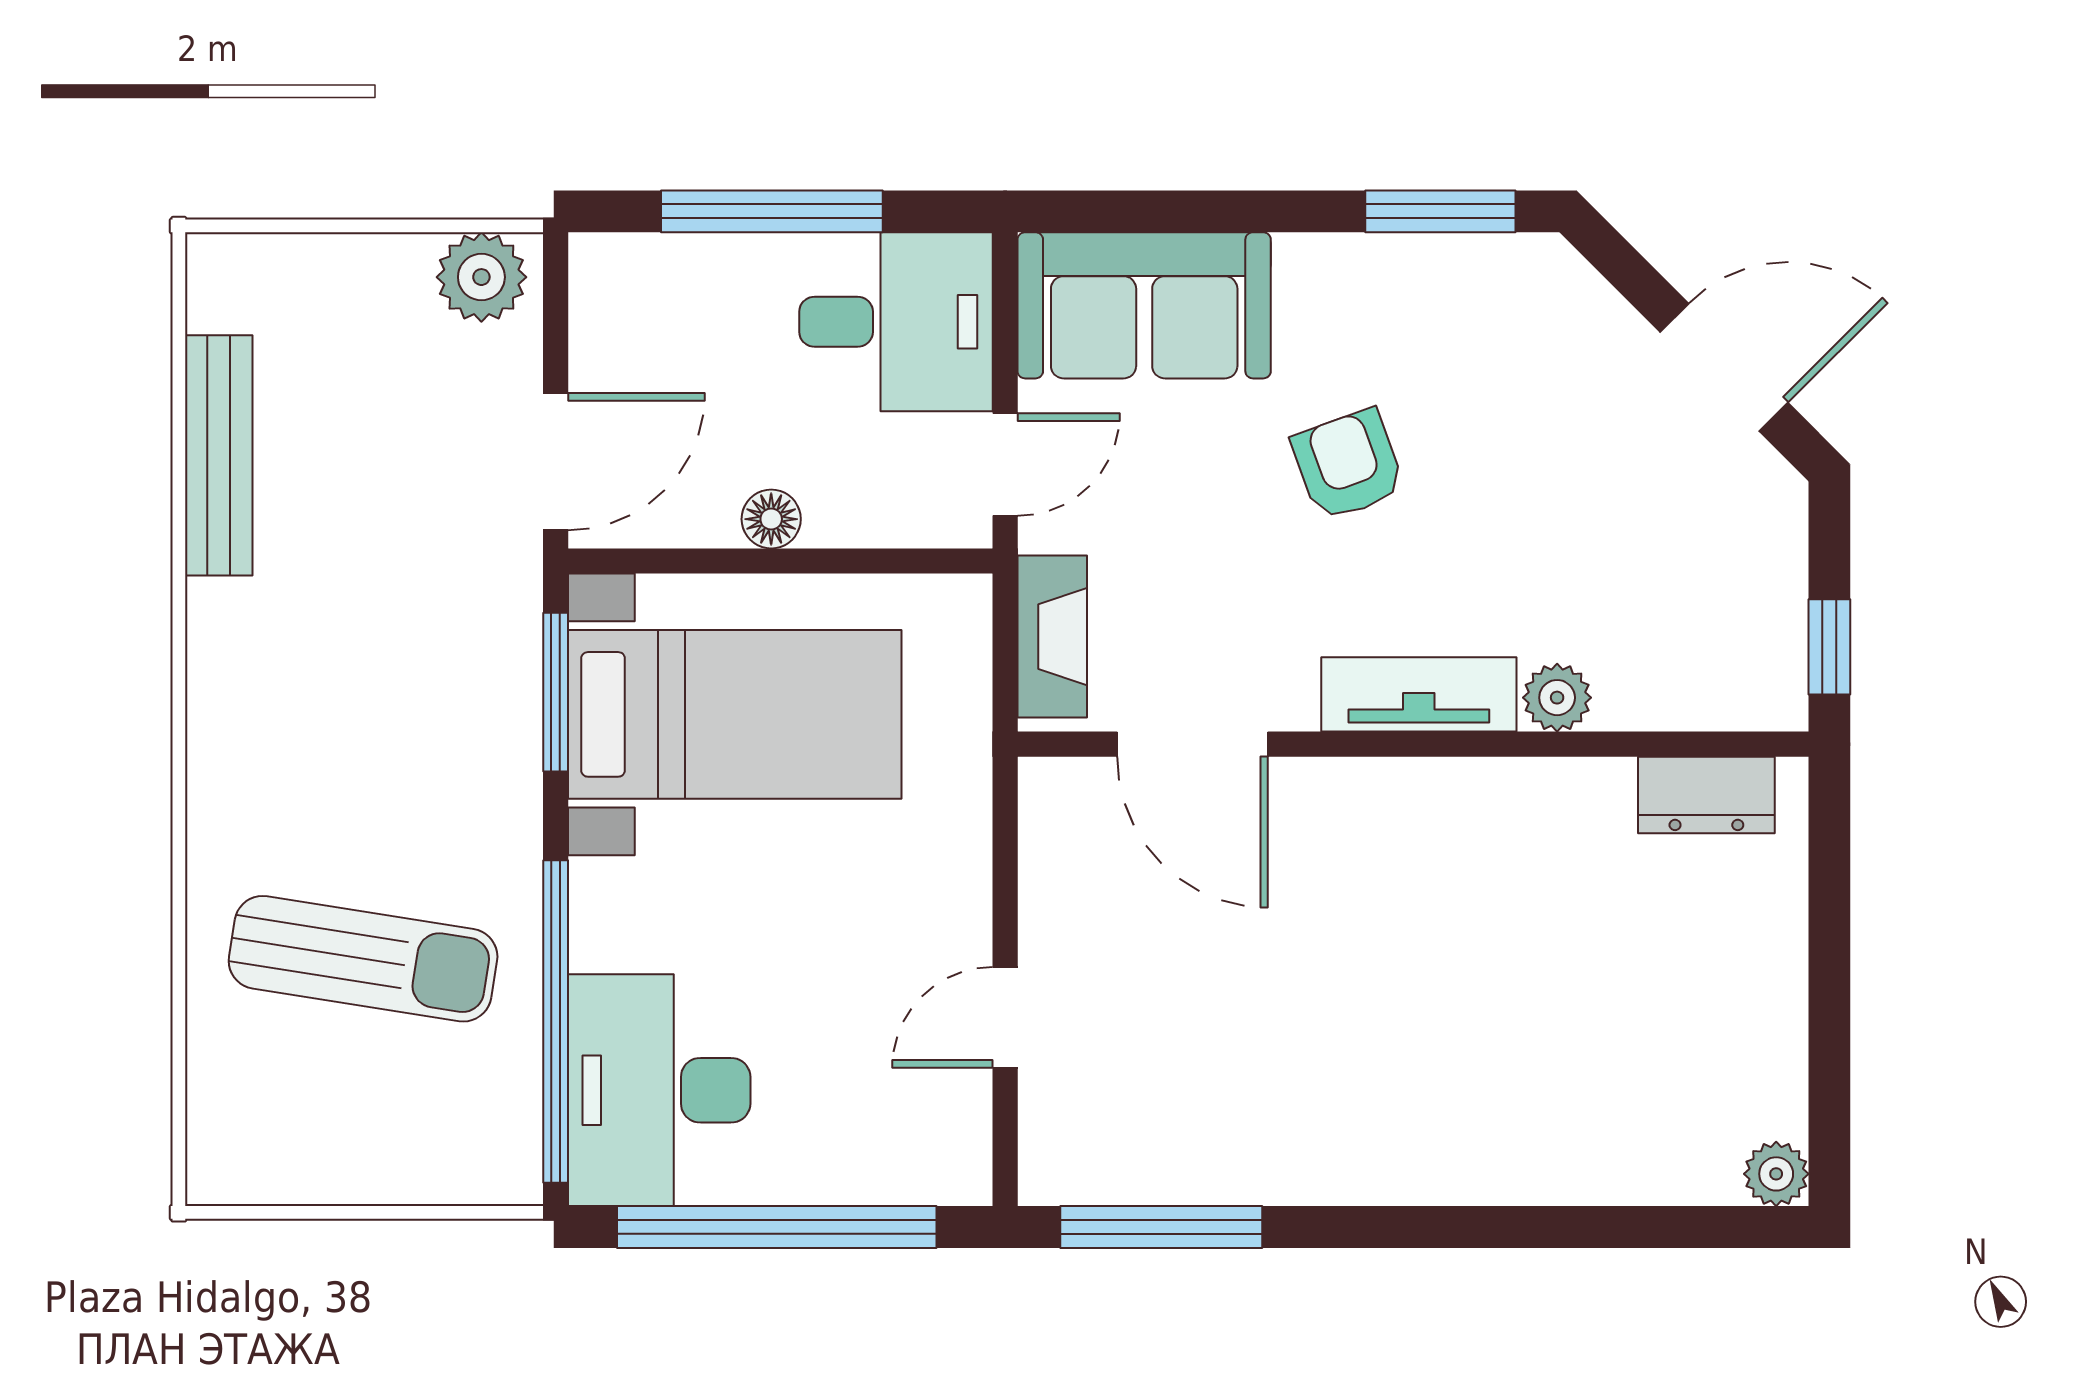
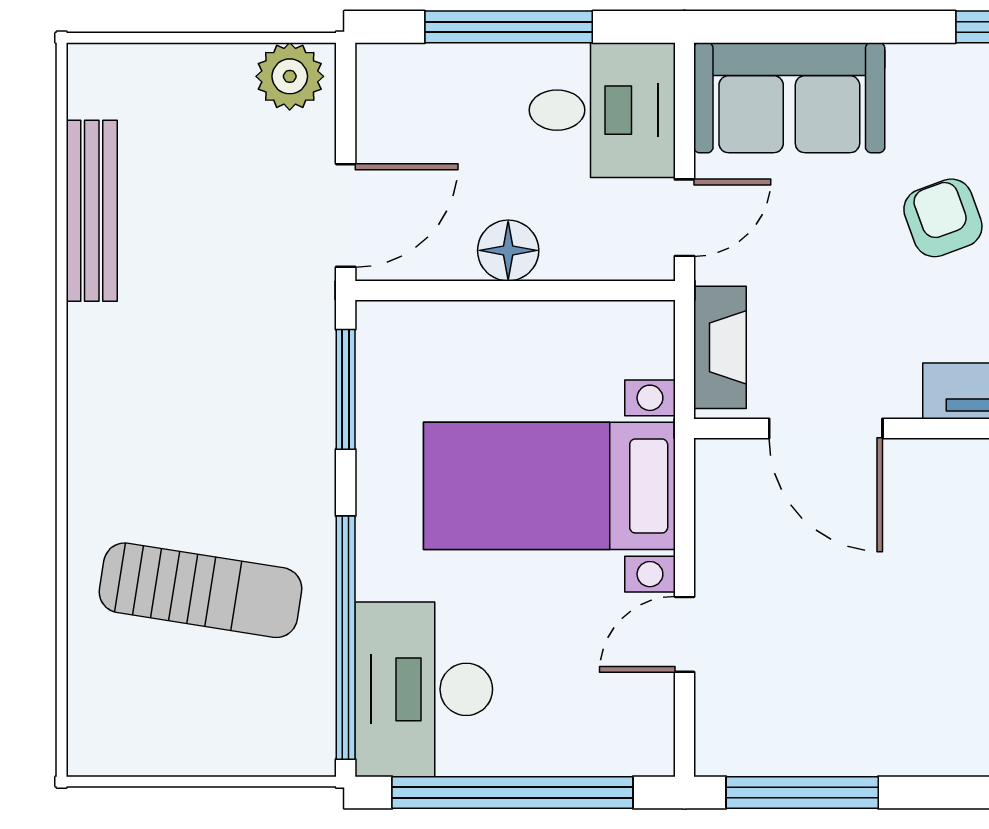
floor lamp: (771, 519) -> (508, 250), width x1.37, depth x1.37
bed with nightstands: (735, 714) -> (549, 486), moved, turned 180

